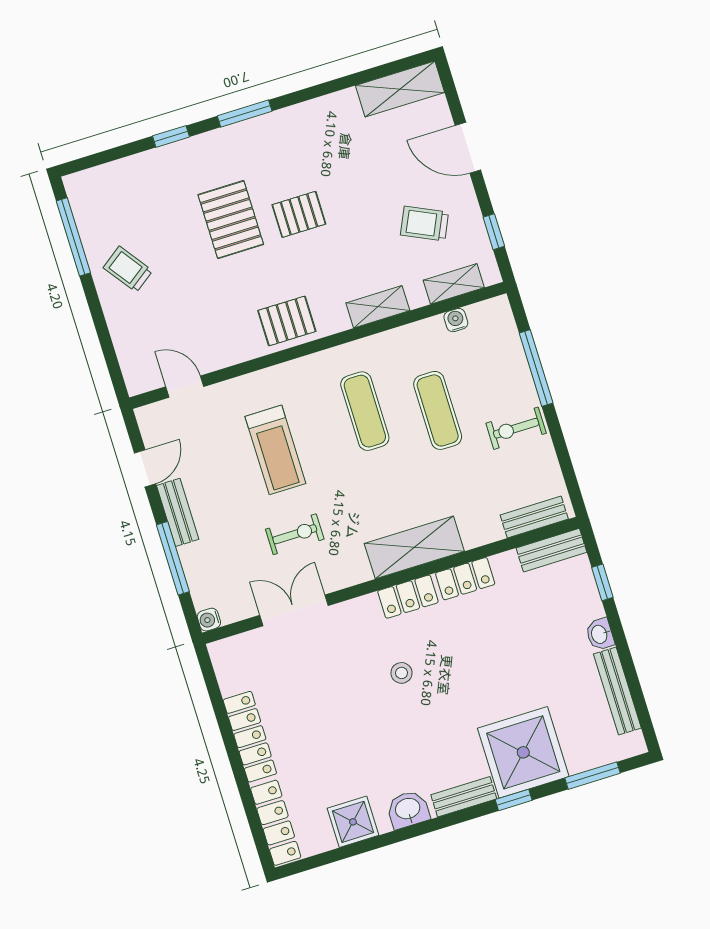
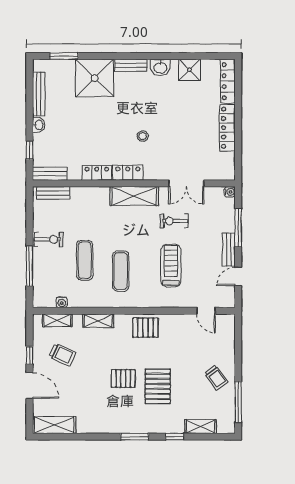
shelving: (129, 170) -> (201, 427), added
window: (494, 232) -> (29, 355), moved
shelving: (414, 547) -> (134, 196), moved
window: (514, 800) -> (107, 56), removed

